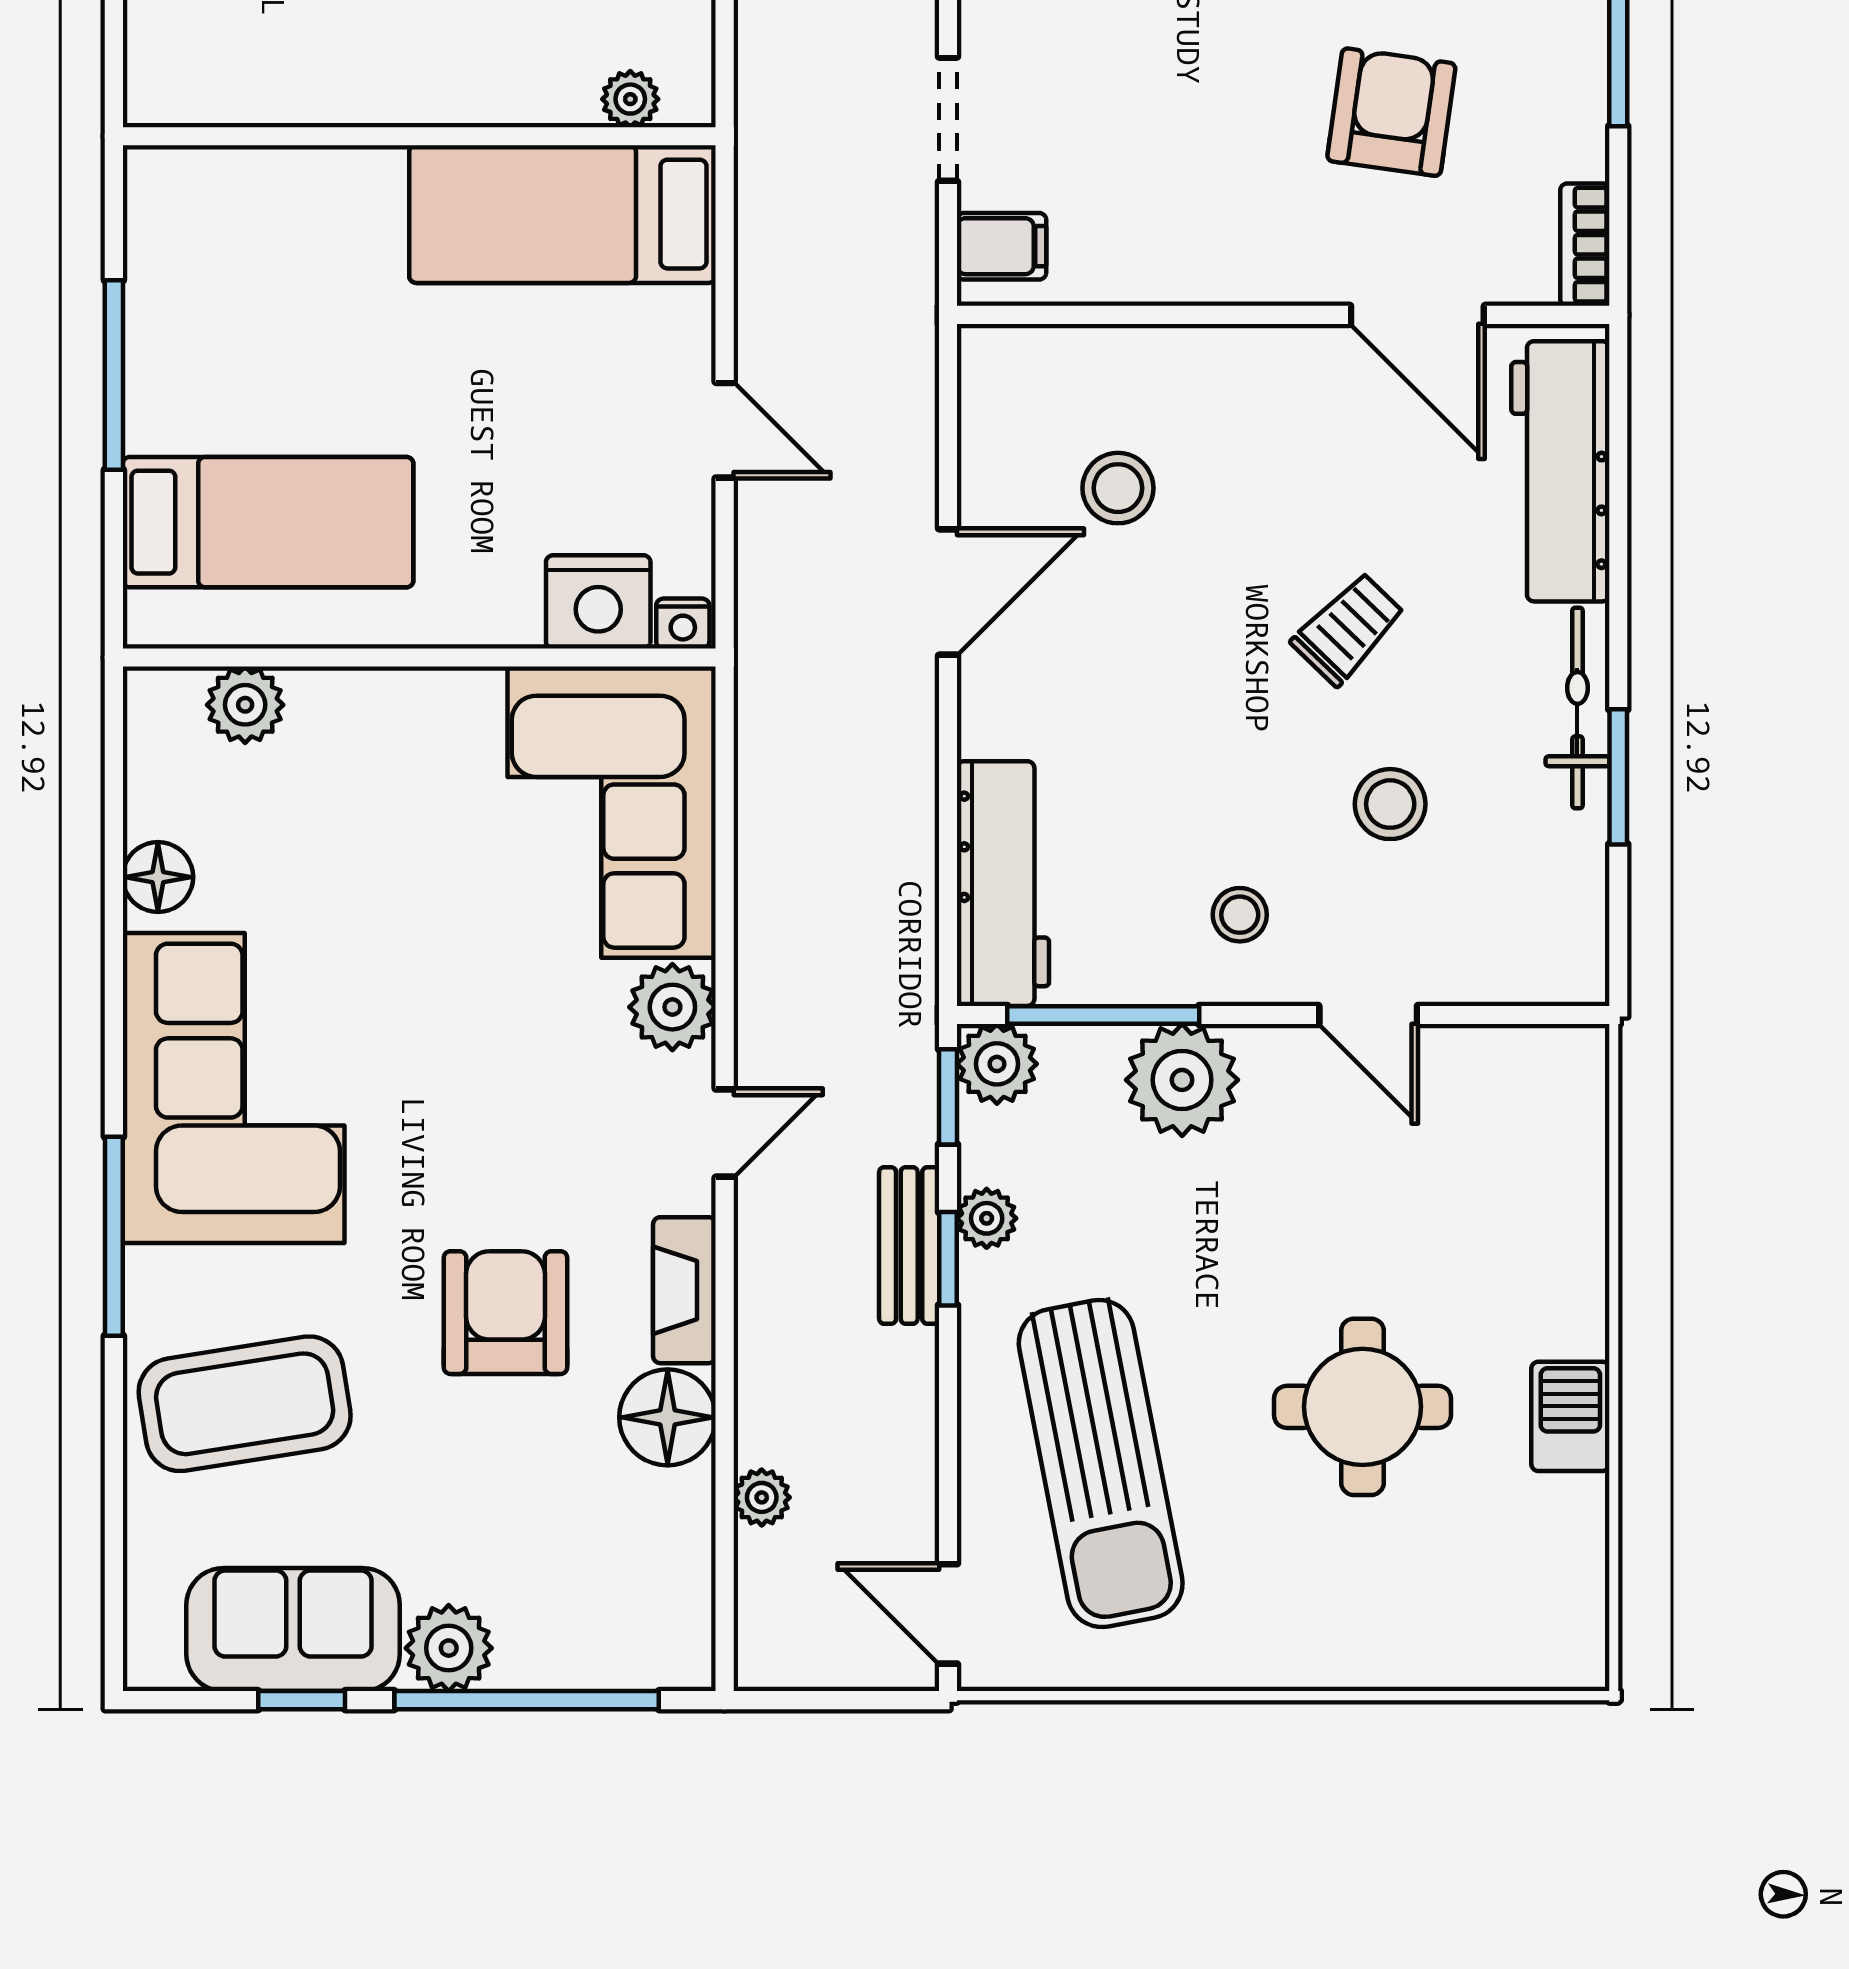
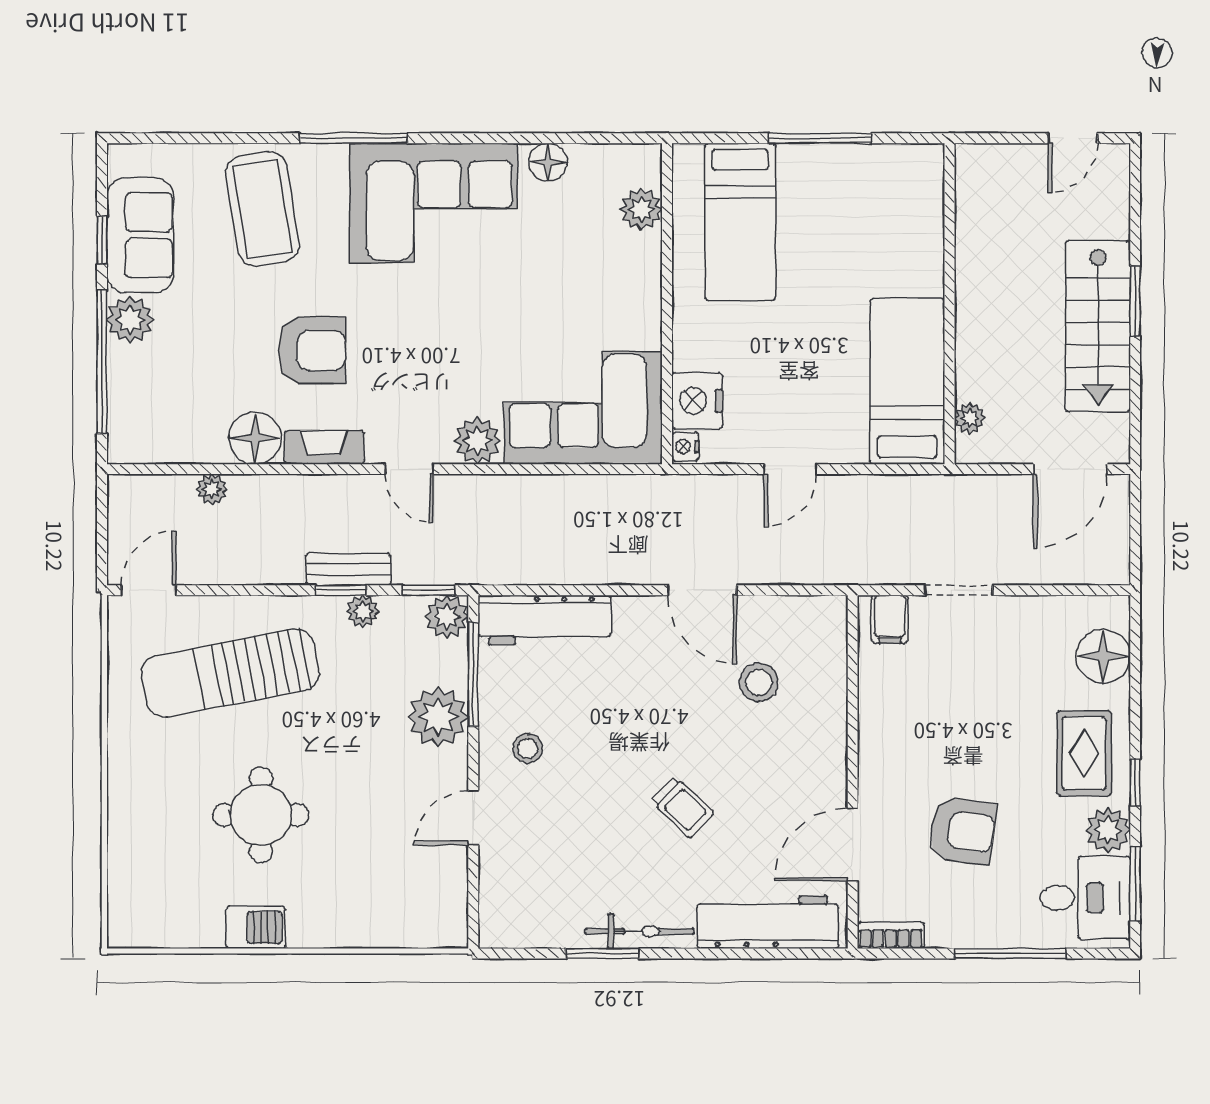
stool: (1390, 804) -> (588, 830), removed

